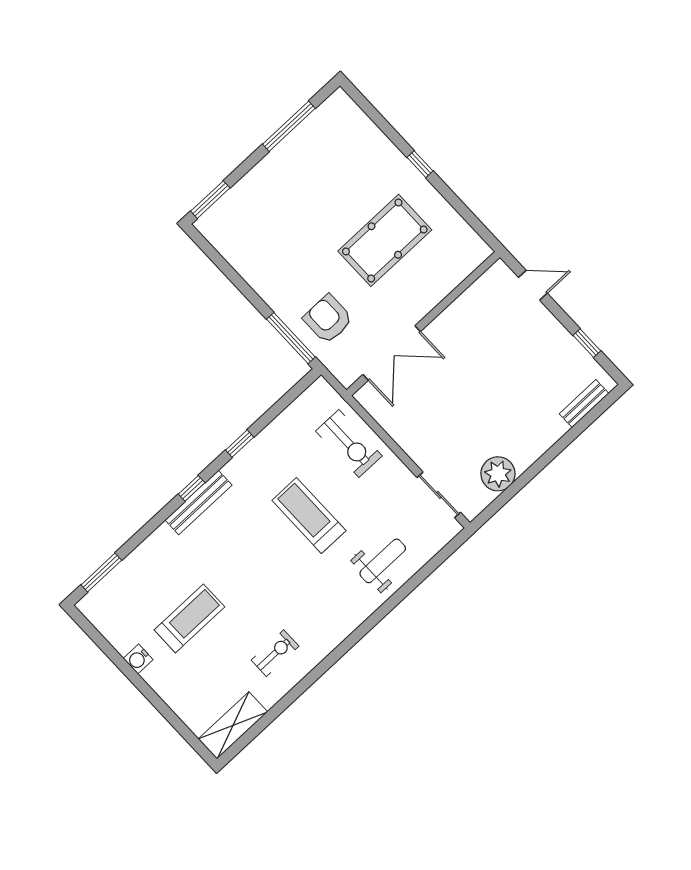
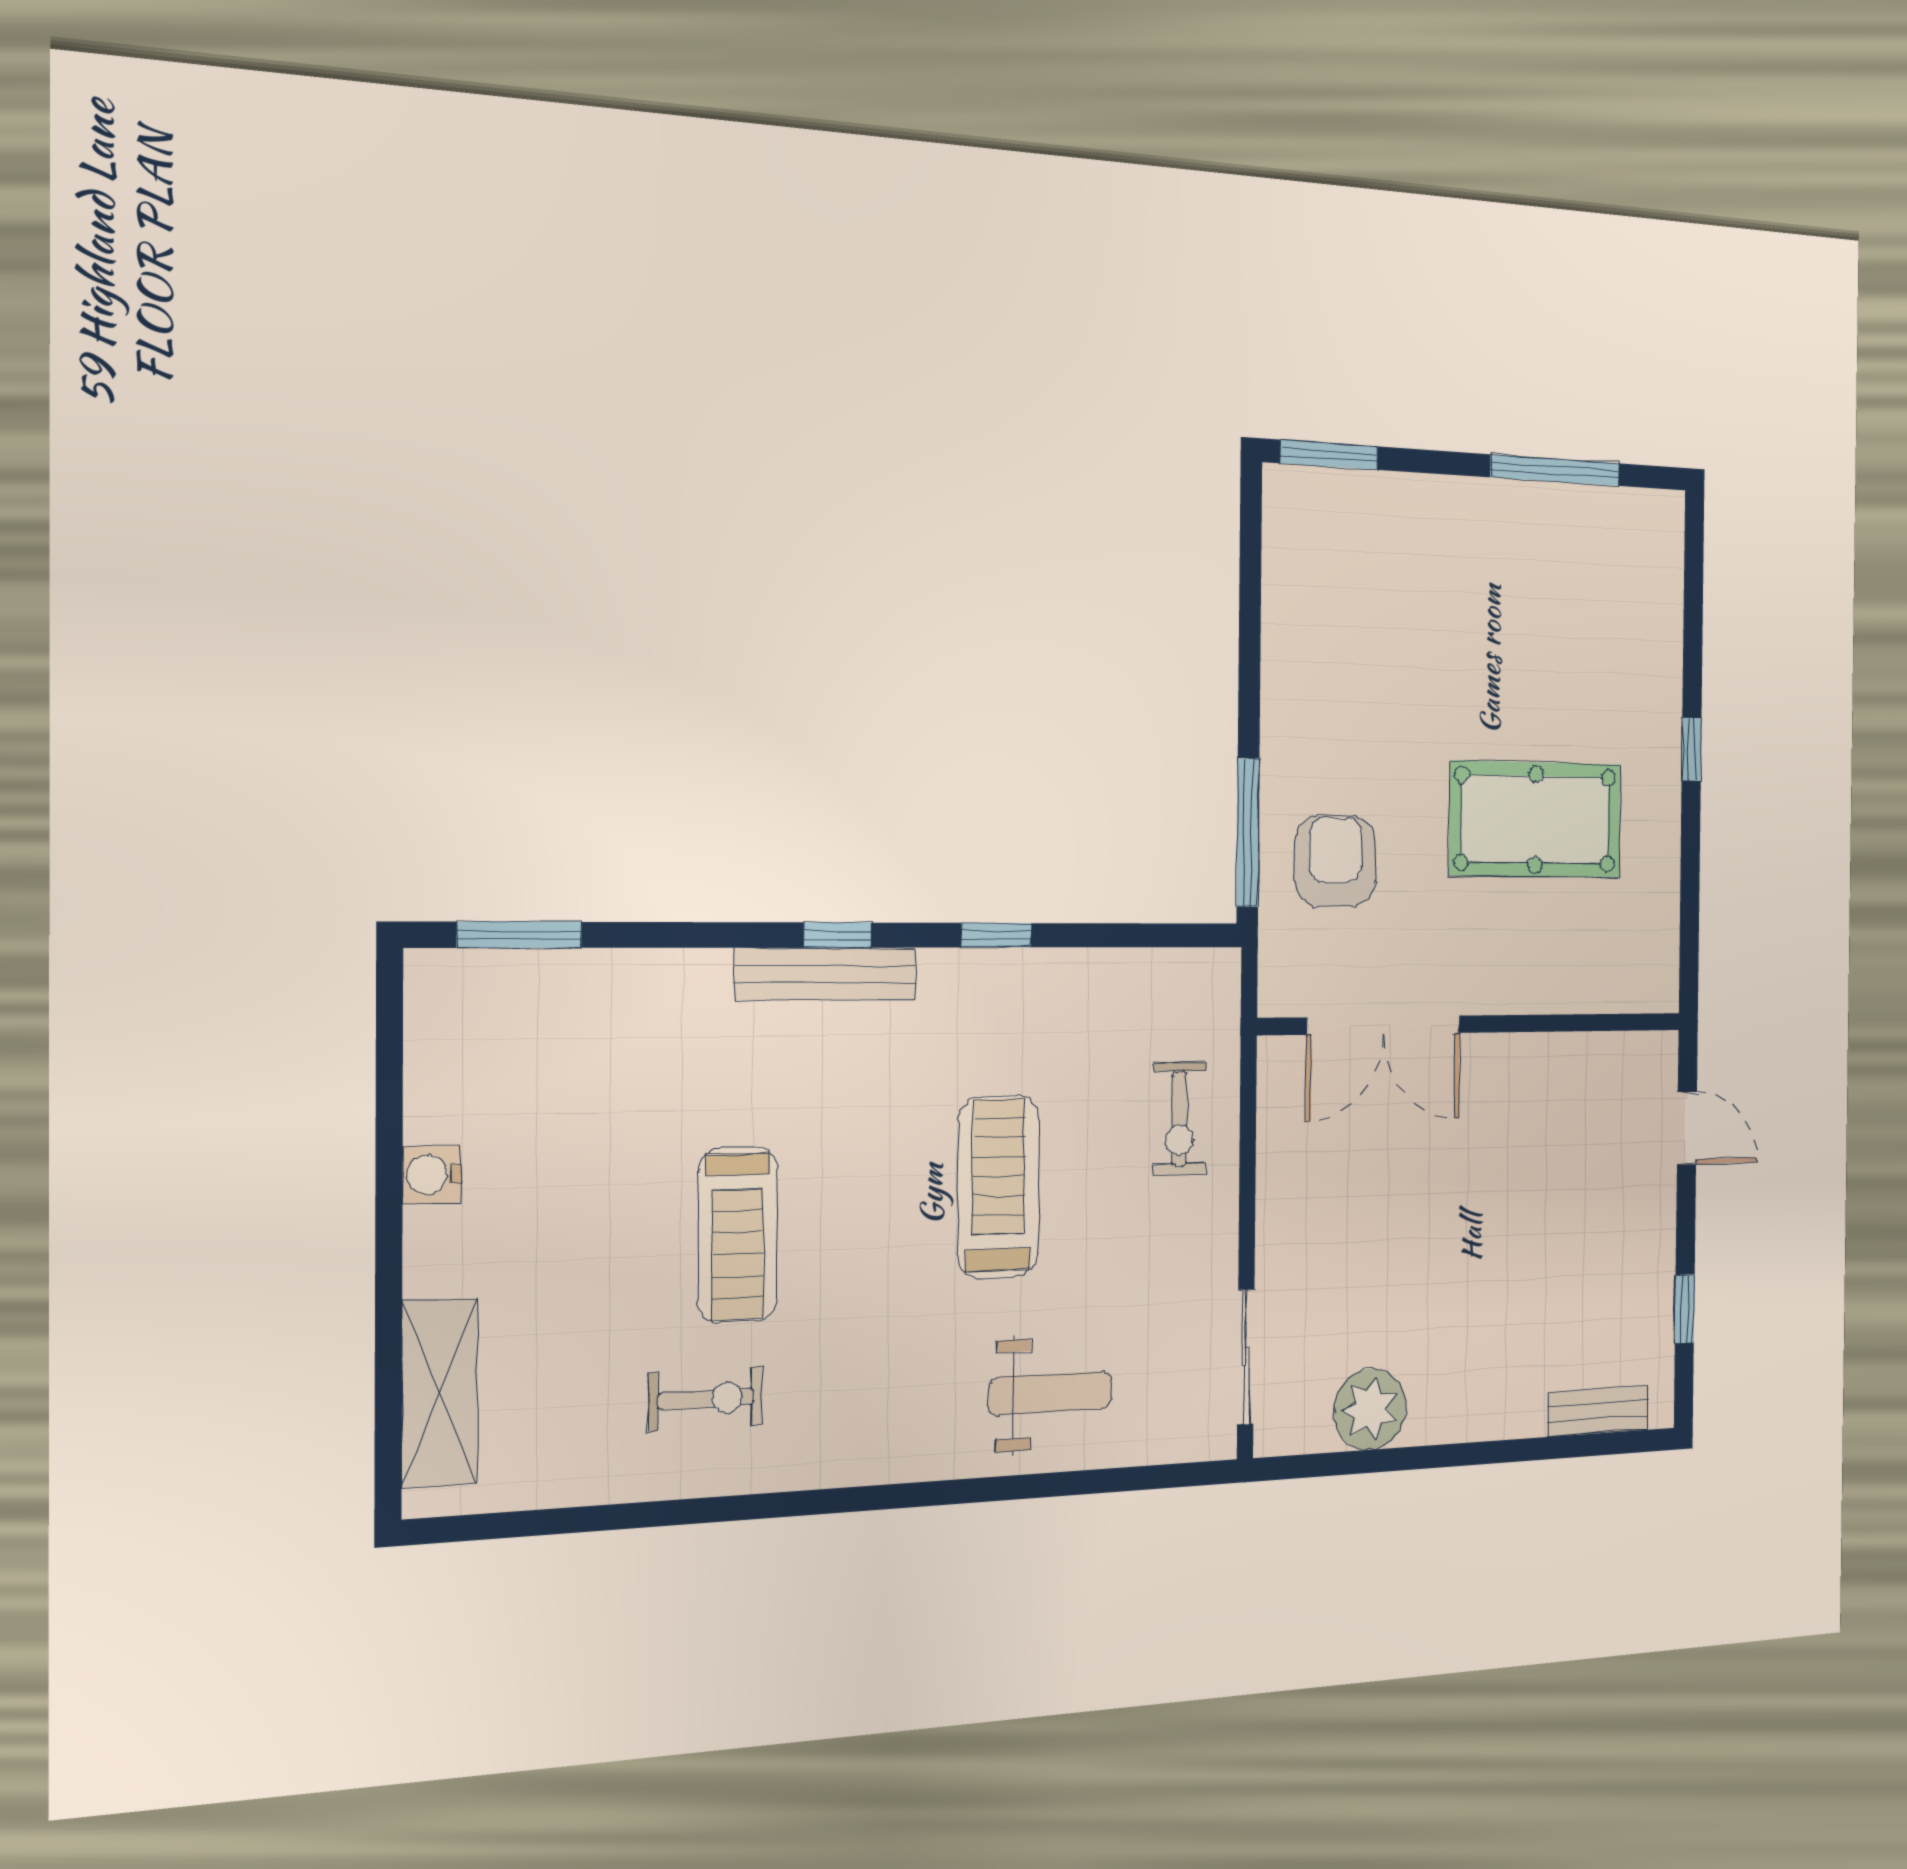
exercise bike: (349, 444) -> (1179, 1119), width x0.73, depth x0.72
treadmill: (189, 618) -> (738, 1235), moved, turned 90
shelving: (233, 725) -> (440, 1393), moved, turned 90

